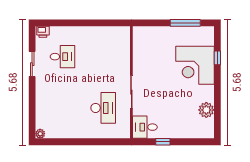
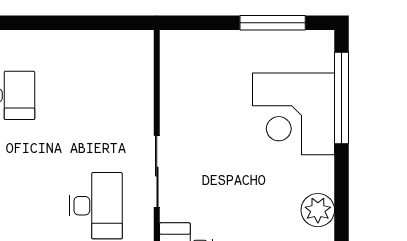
window: (217, 58) -> (342, 98), width x3.17

